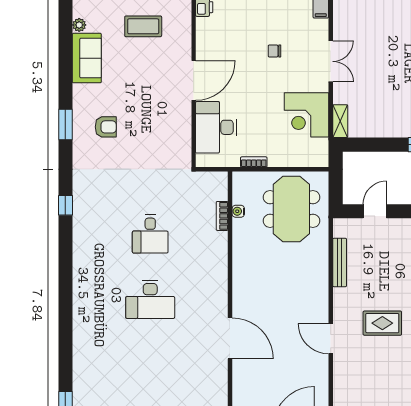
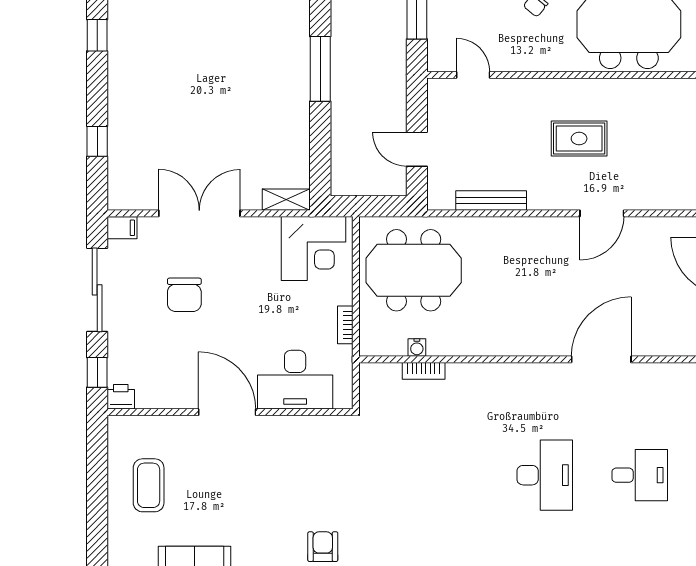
chair: (275, 51) -> (184, 295), width x1.87, depth x1.87
double door: (331, 61) -> (199, 213), width x1.37
corner desk: (306, 115) -> (313, 249), moved
armchair: (106, 127) -> (323, 547), moved
desk: (150, 234) -> (640, 475), moved
rug: (382, 323) -> (579, 139), turned 90

